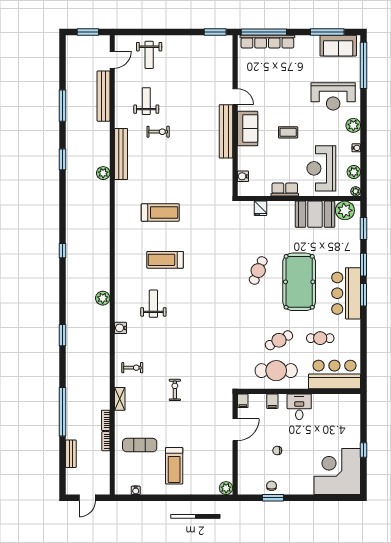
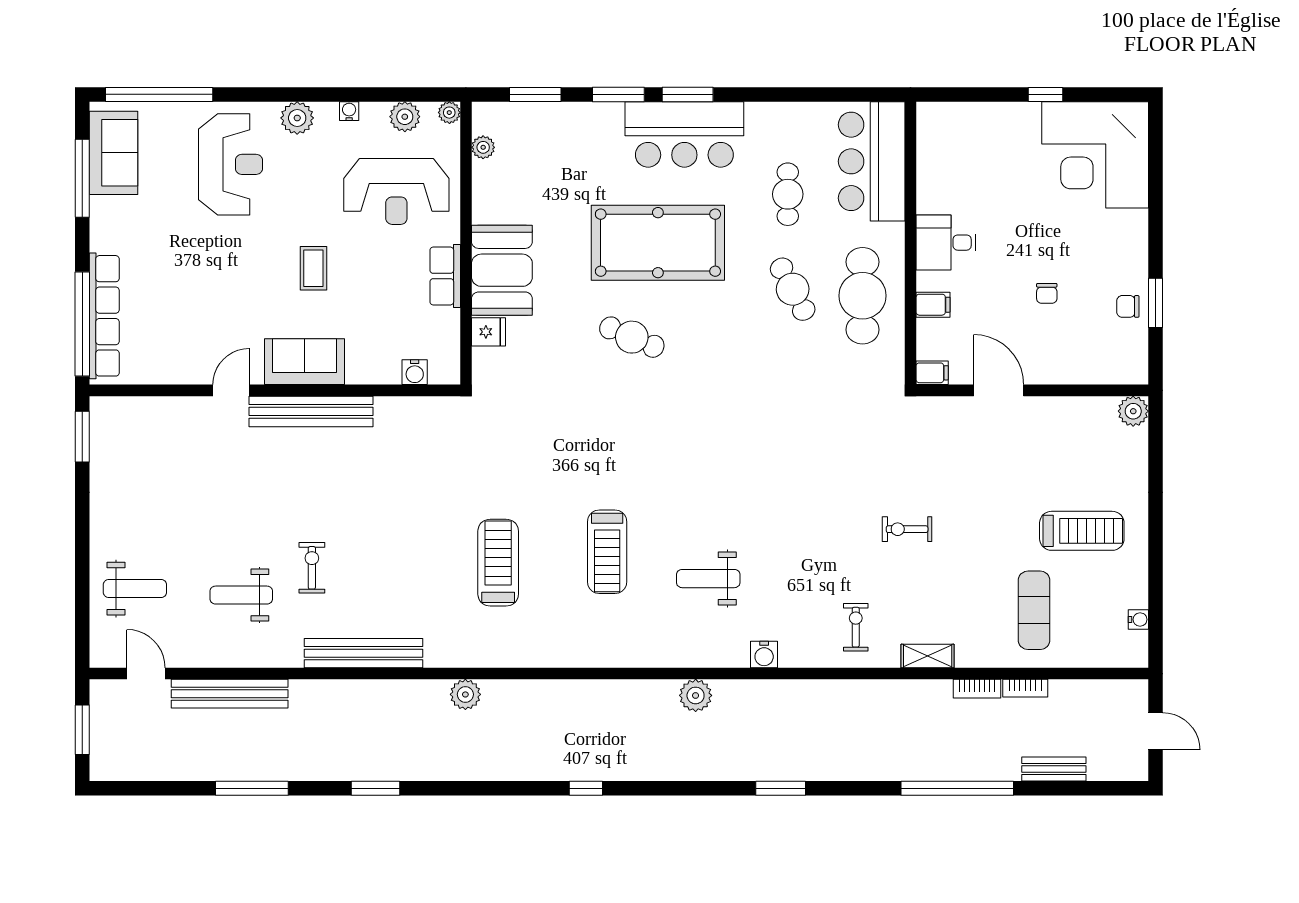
plant: (103, 173) -> (465, 694), moved
plant: (345, 210) -> (483, 147), width x0.53, depth x0.53
booth: (315, 214) -> (502, 270), moved

